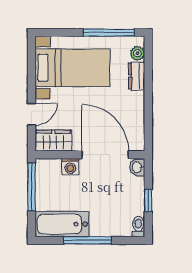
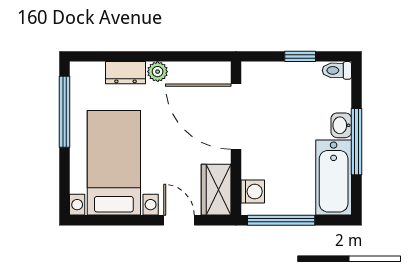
plant: (137, 53) -> (158, 72), moved
door: (105, 155) -> (236, 117), hinge flipped
washing machine: (70, 167) -> (253, 192), moved
washbasin: (137, 167) -> (341, 125), moved, turned 90

